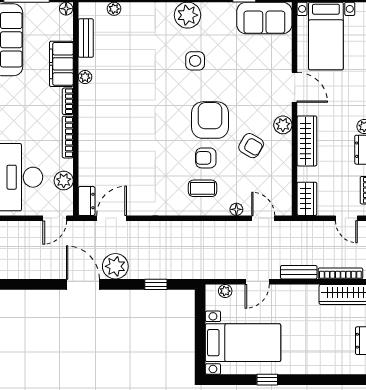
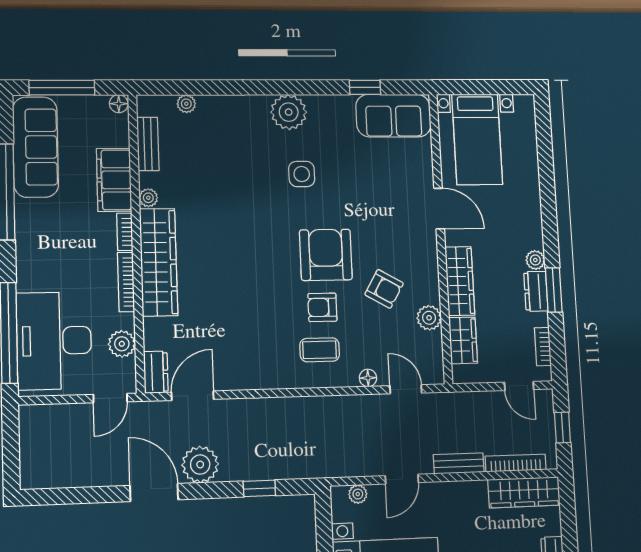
wardrobe: (91, 123) -> (159, 262), added
plant: (283, 125) -> (429, 318), moved
wardrobe: (307, 199) -> (463, 340), moved

